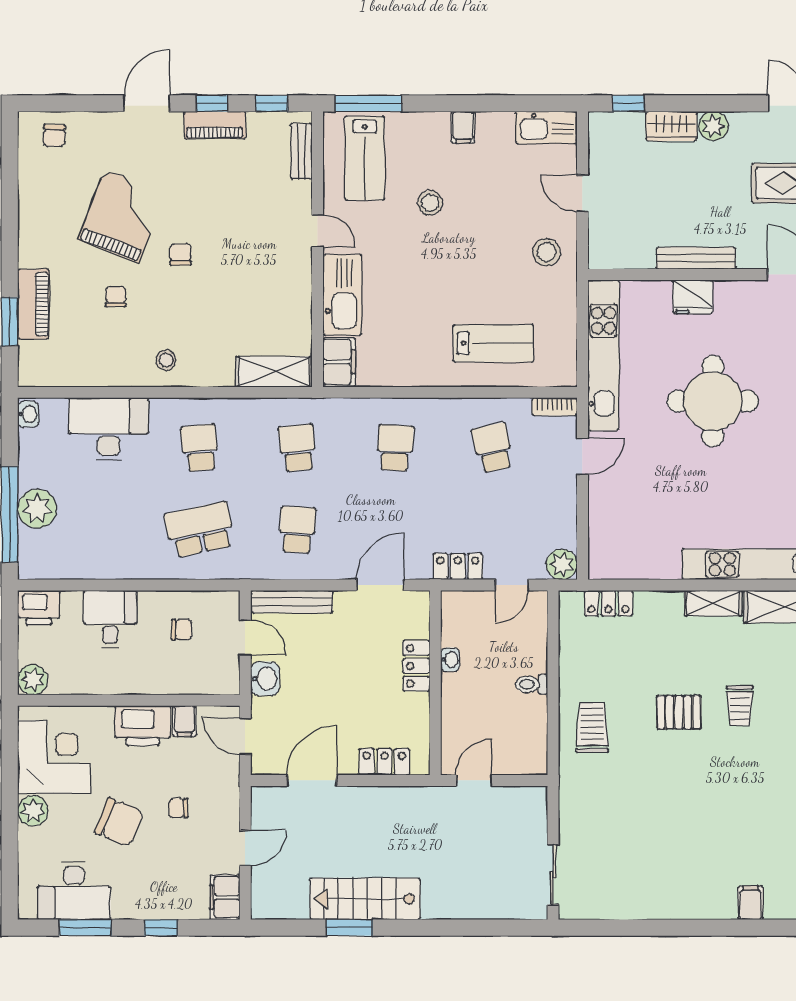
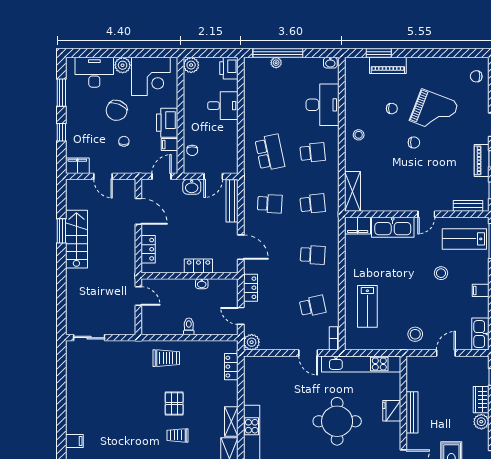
plant: (37, 509) -> (276, 63), width x0.53, depth x0.53
chair: (182, 630) -> (192, 150), moved
desk: (74, 891) -> (94, 72), moved, turned 90

